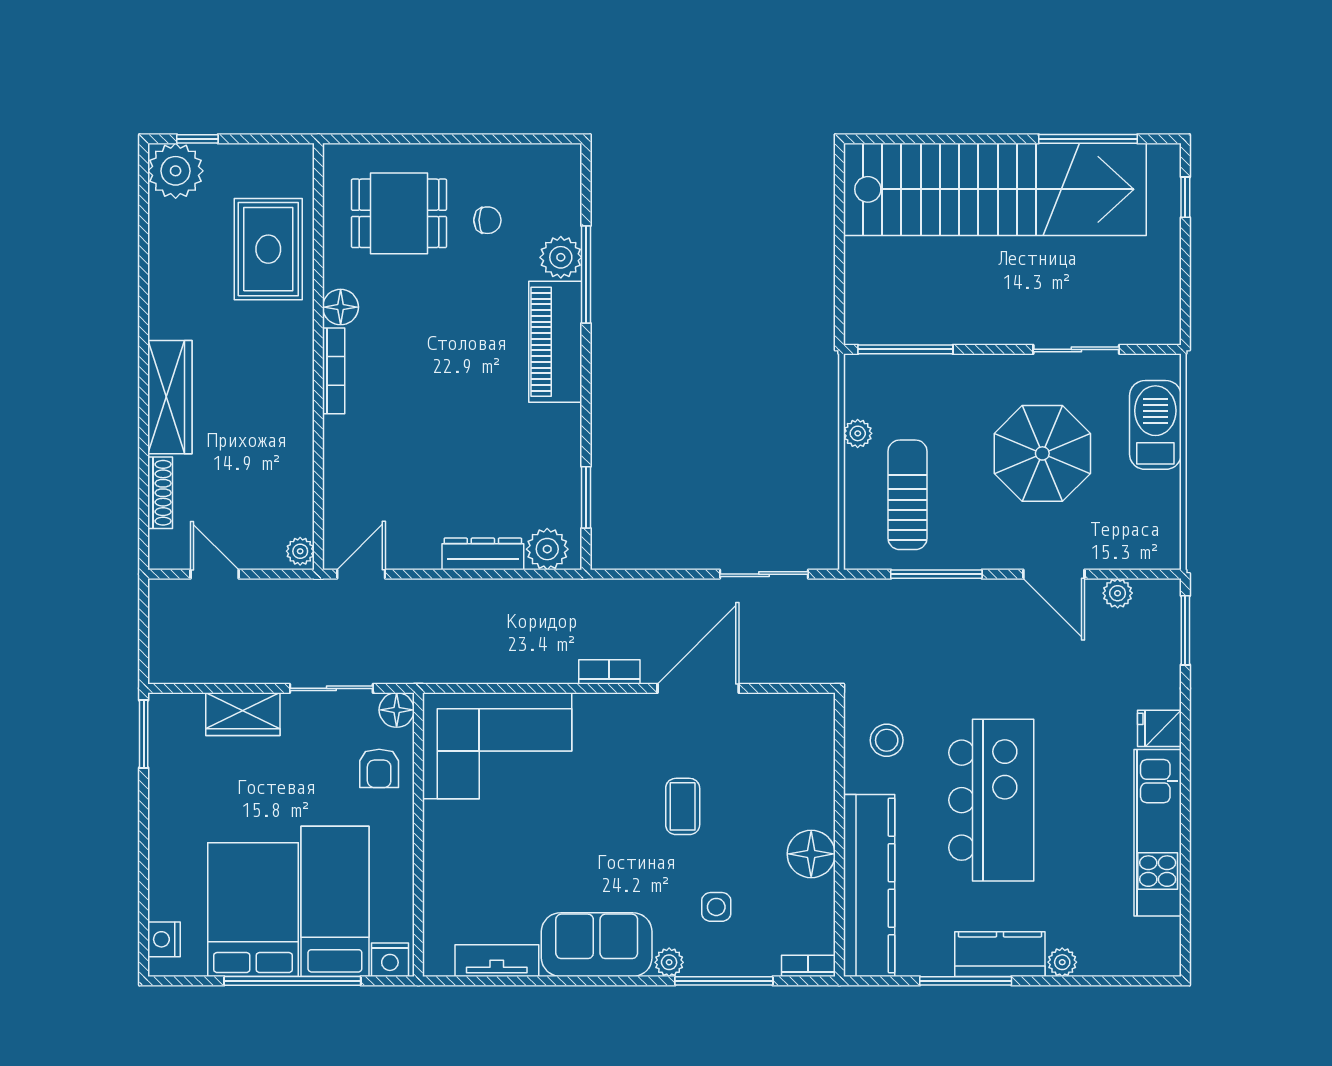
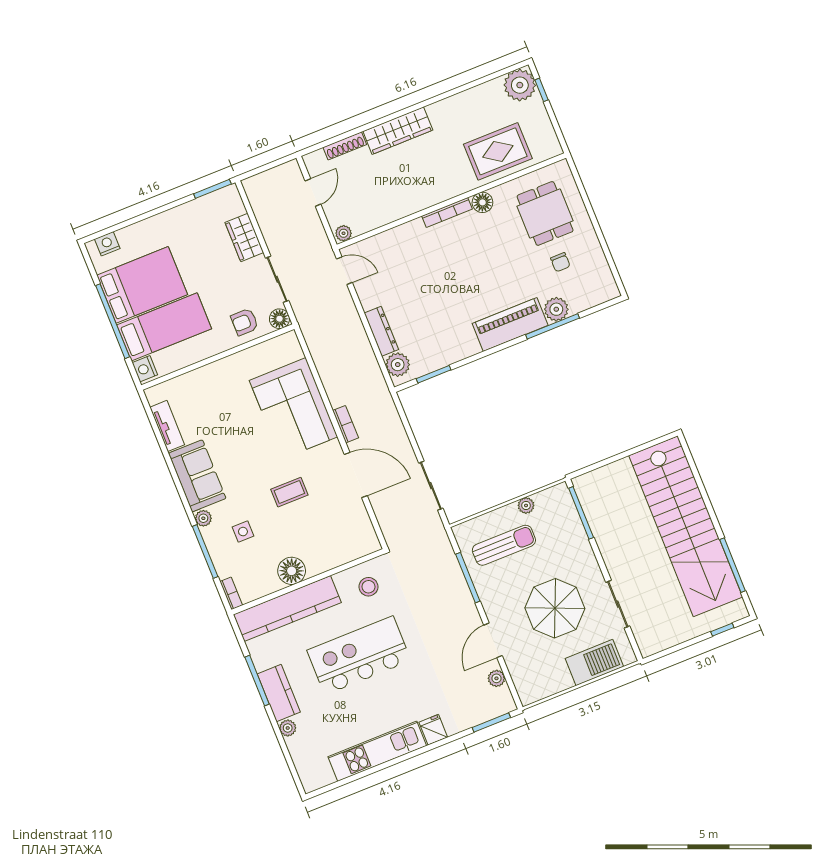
corner sofa: (497, 746) -> (293, 409), moved
kitchen island: (991, 800) -> (359, 655), turned 180

